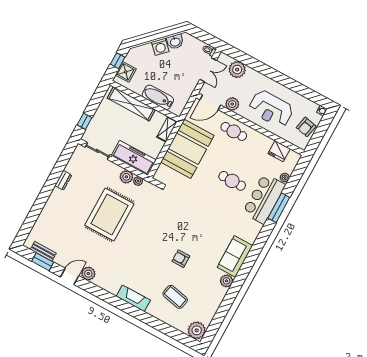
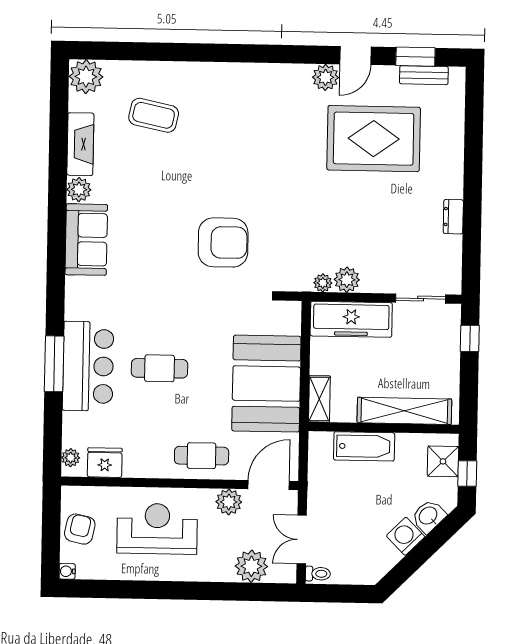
washbasin: (175, 42) -> (429, 516), moved
plant: (285, 178) -> (71, 458), moved
rug: (109, 214) -> (374, 139), moved, turned 90
armchair: (181, 259) -> (223, 242), moved, width x1.88, depth x1.88
fireplace: (133, 298) -> (80, 144), moved, turned -90

